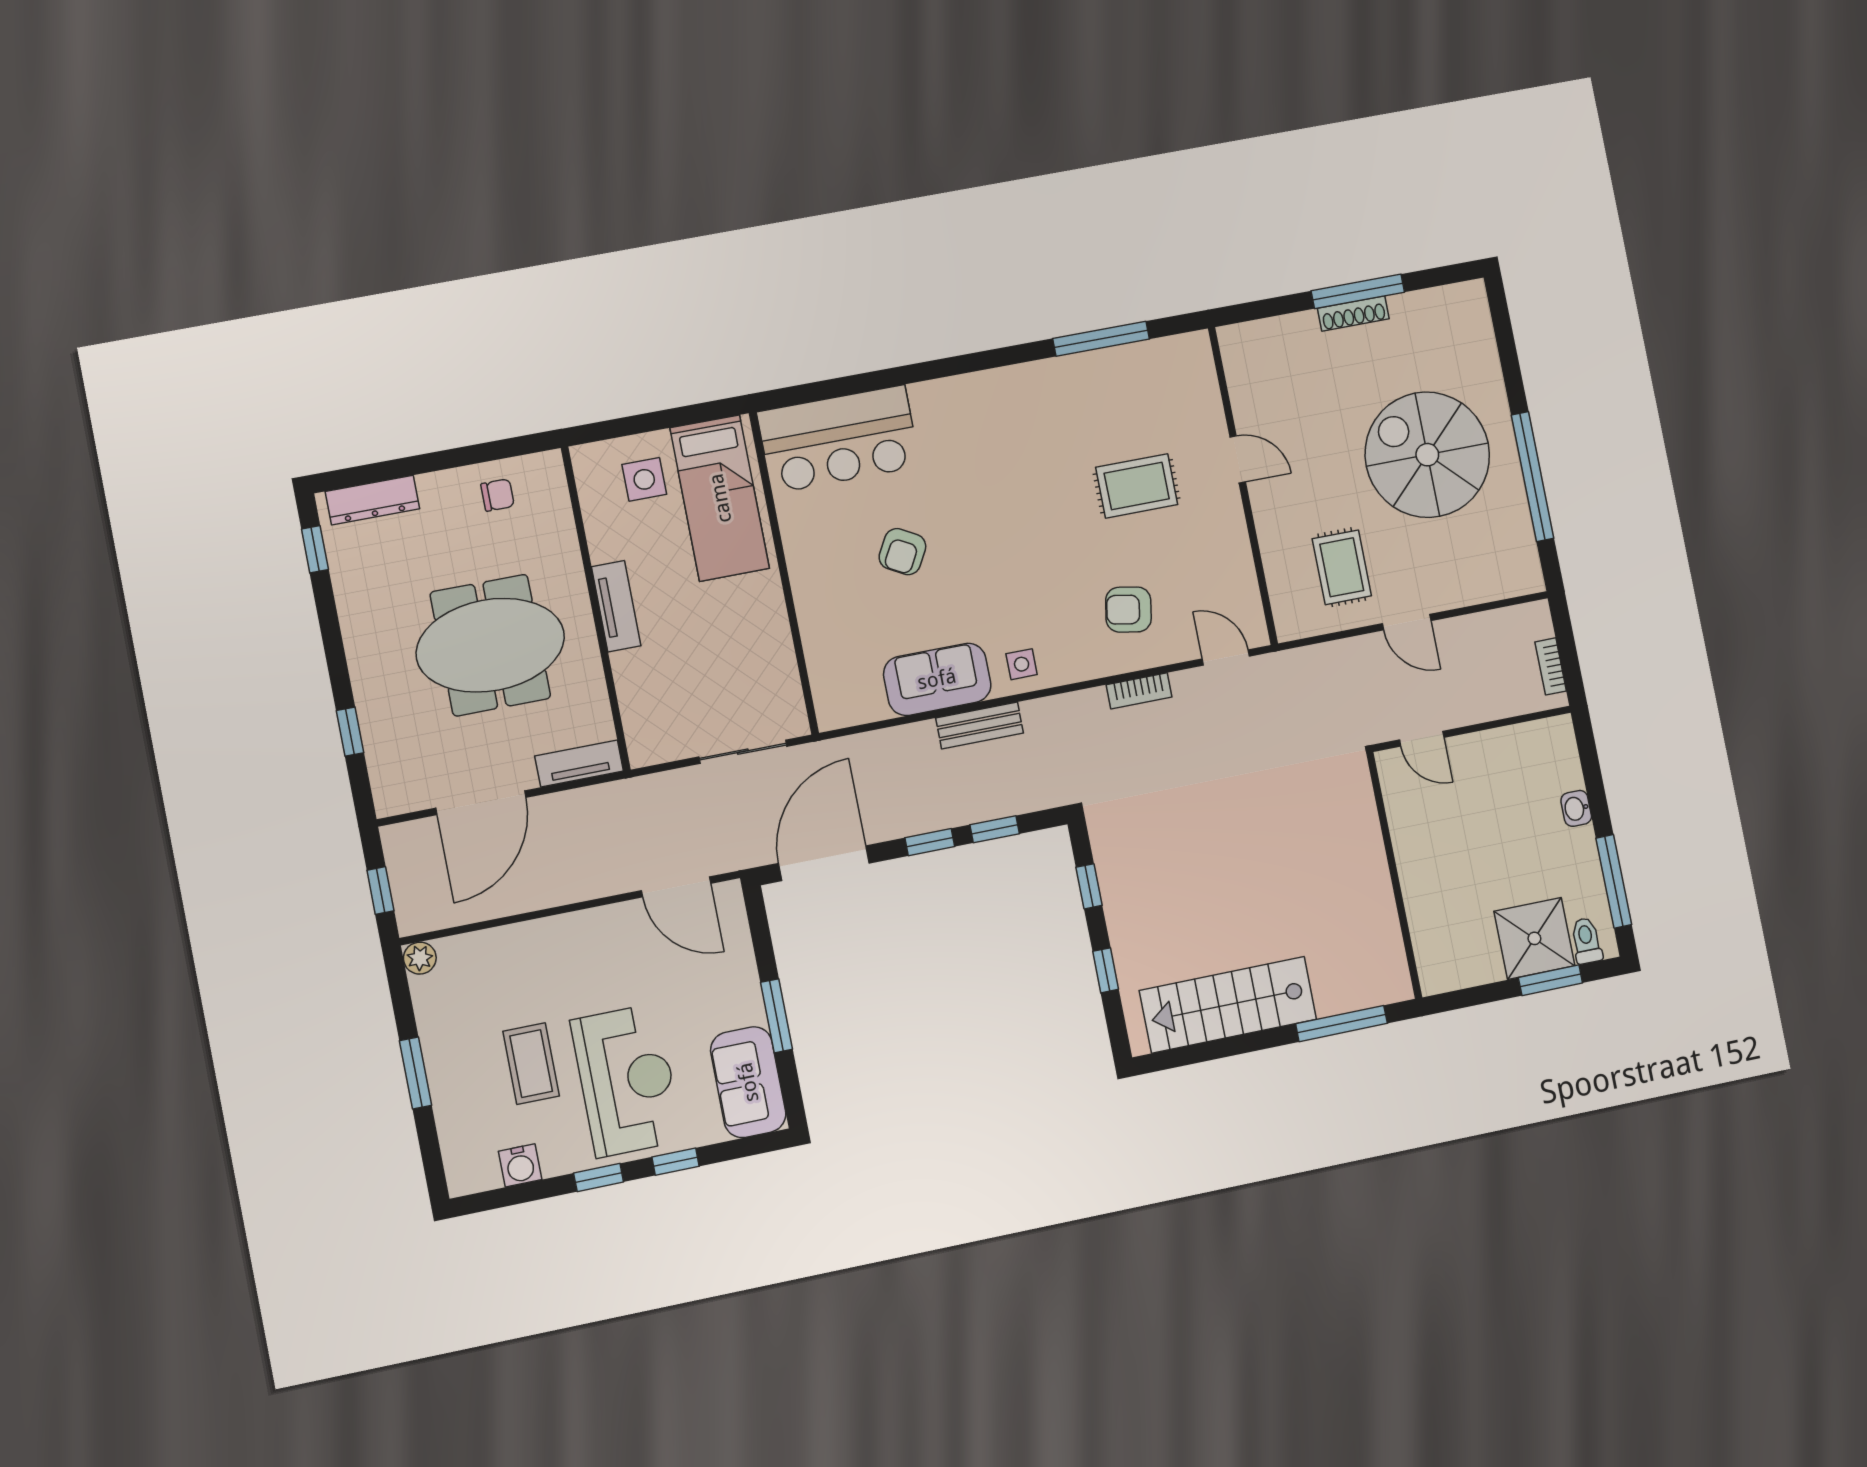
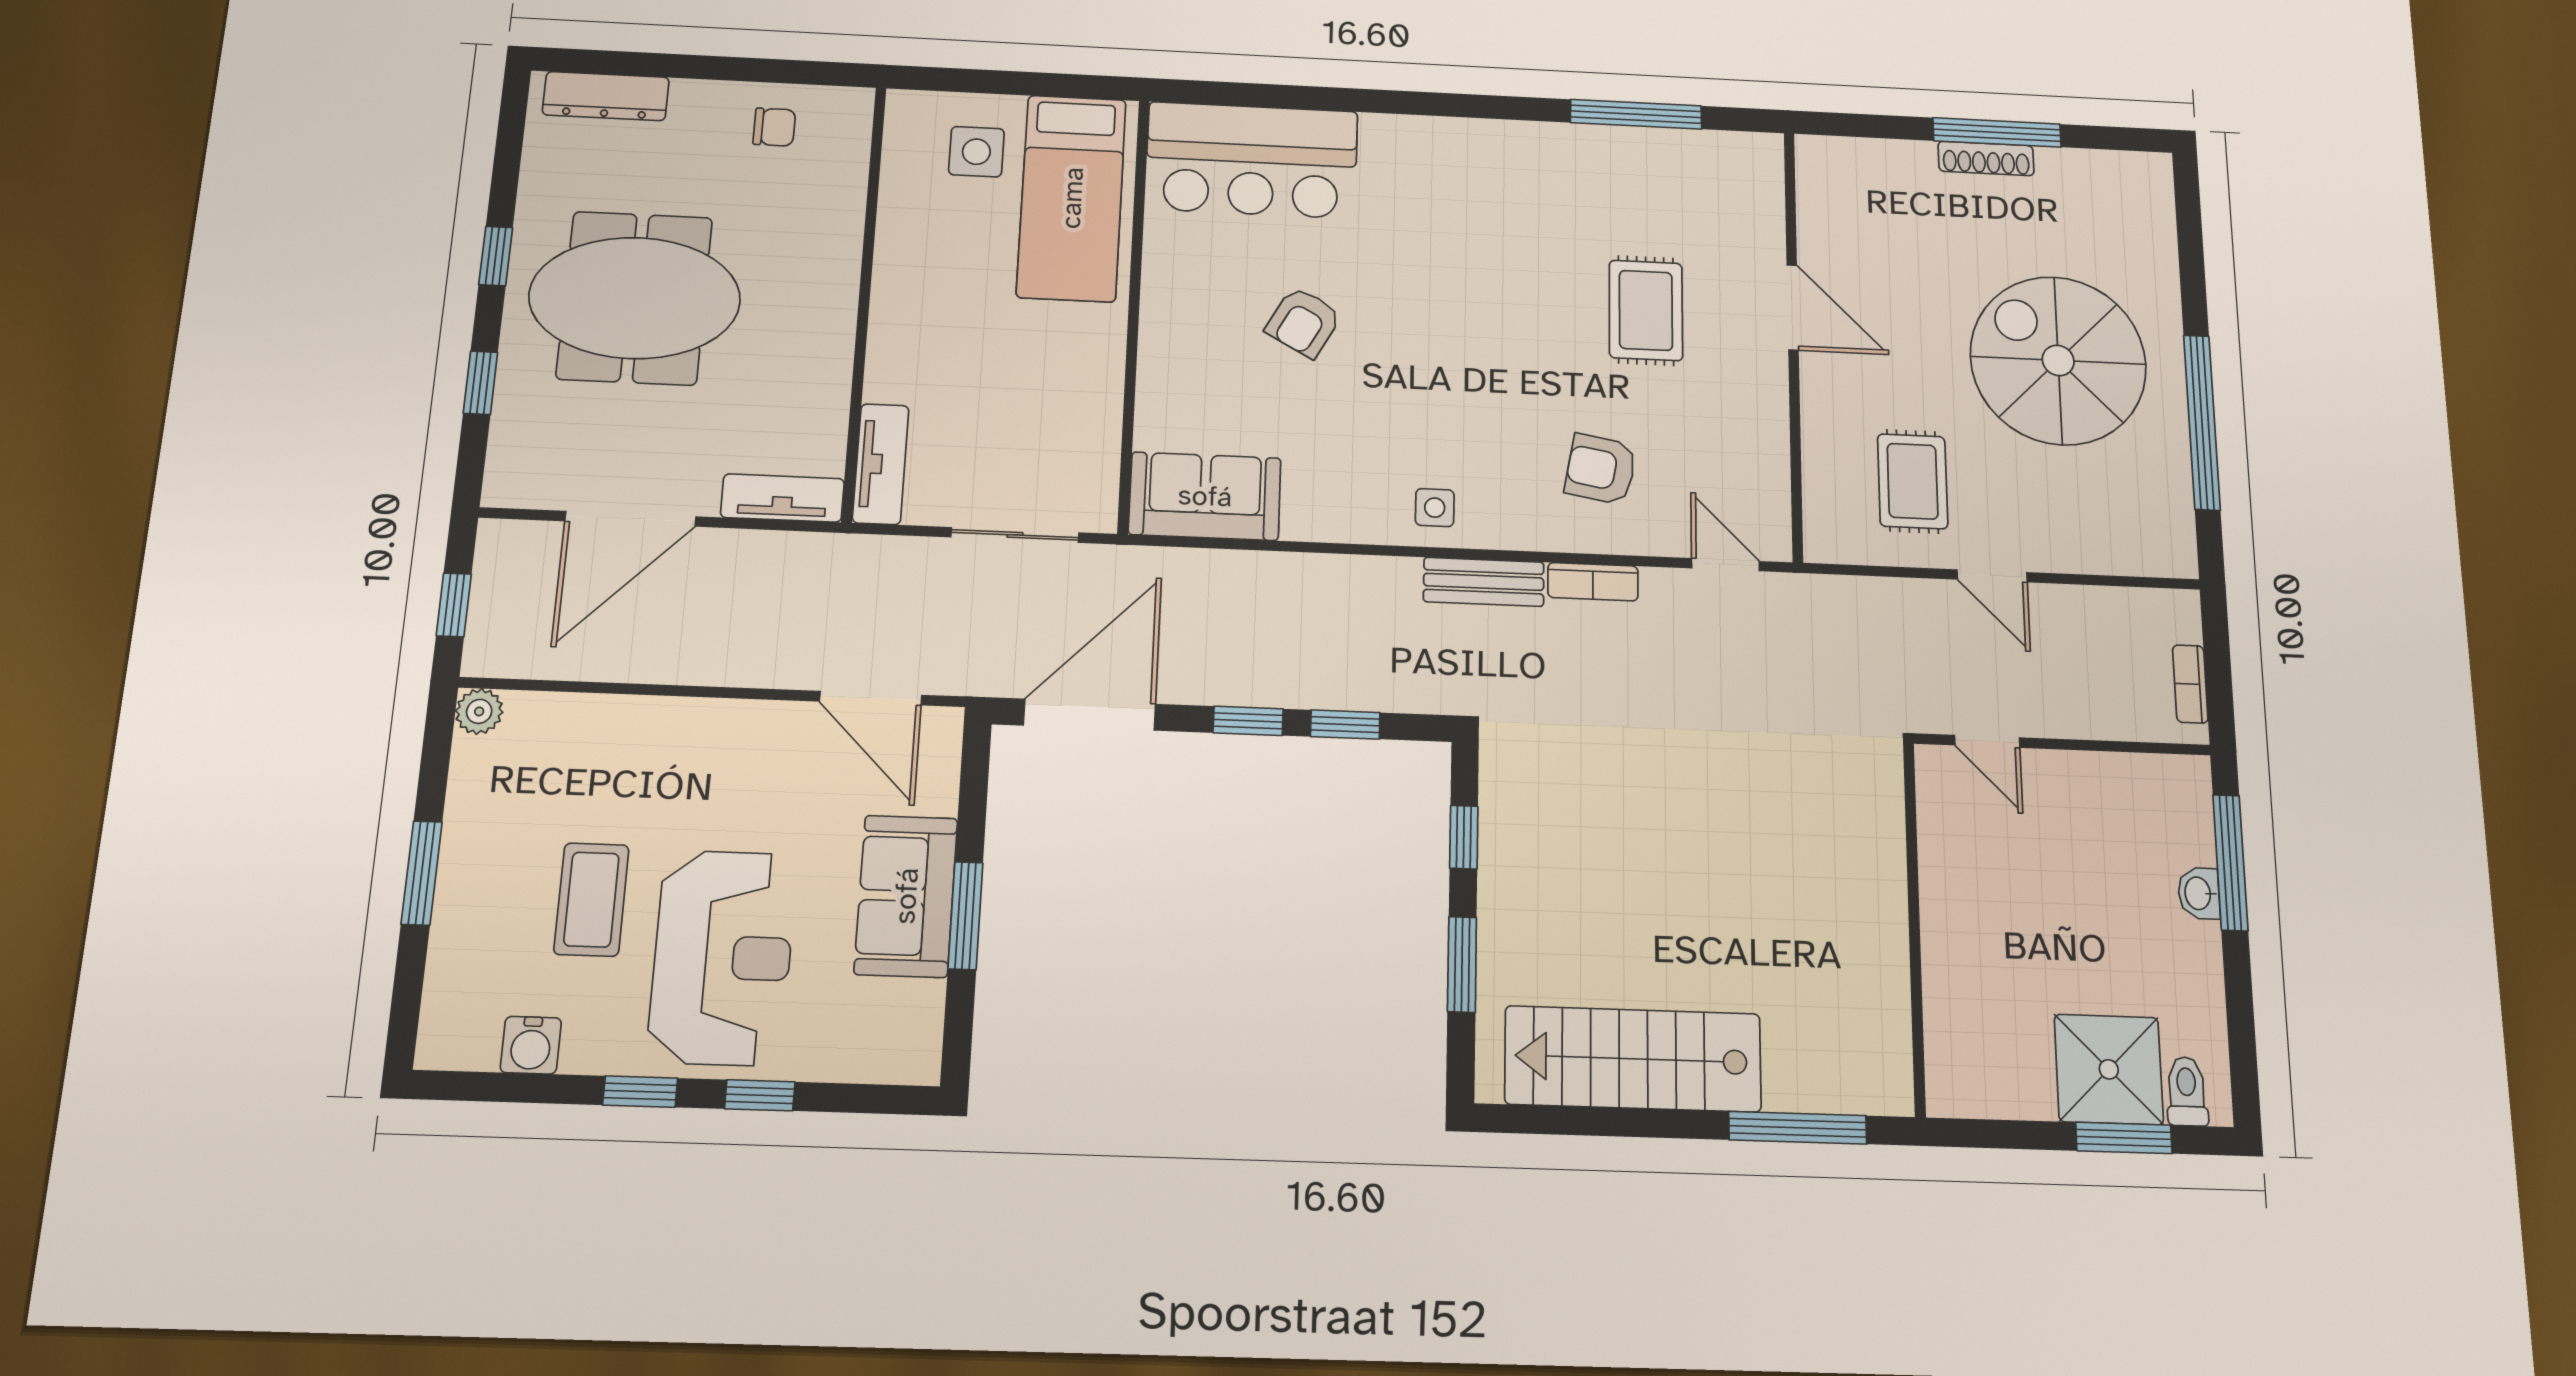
door: (1238, 459) -> (1793, 307), width x1.37
rug: (1137, 486) -> (1646, 310), turned 90
window: (315, 549) -> (496, 256), moved
tv unit: (616, 606) -> (881, 464), moved
meeting table: (490, 645) -> (635, 298), moved
sofa: (937, 679) -> (1205, 496), moved
bench: (980, 725) -> (1484, 582), moved
window: (1614, 881) -> (2230, 863), moved
window: (1106, 970) -> (1462, 964), width x1.50
sofa: (748, 1082) -> (906, 896), moved

